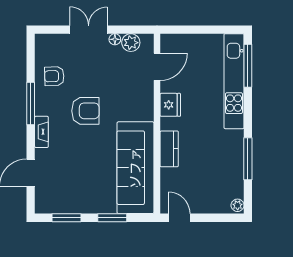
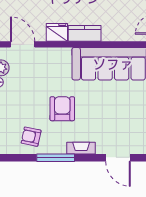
armchair: (54, 76) -> (31, 137), turned 104
kitchen counter: (169, 149) -> (85, 33), moved

